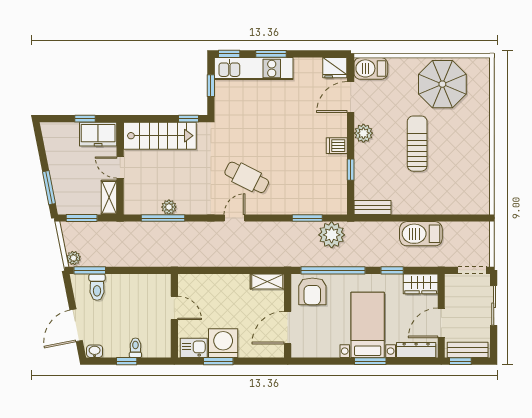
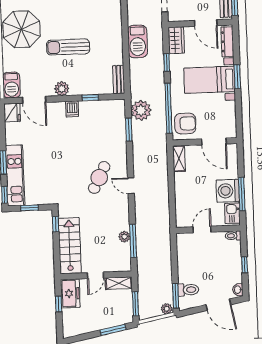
toilet: (135, 348) -> (233, 236), moved
window: (218, 361) -> (242, 194), width x1.44

